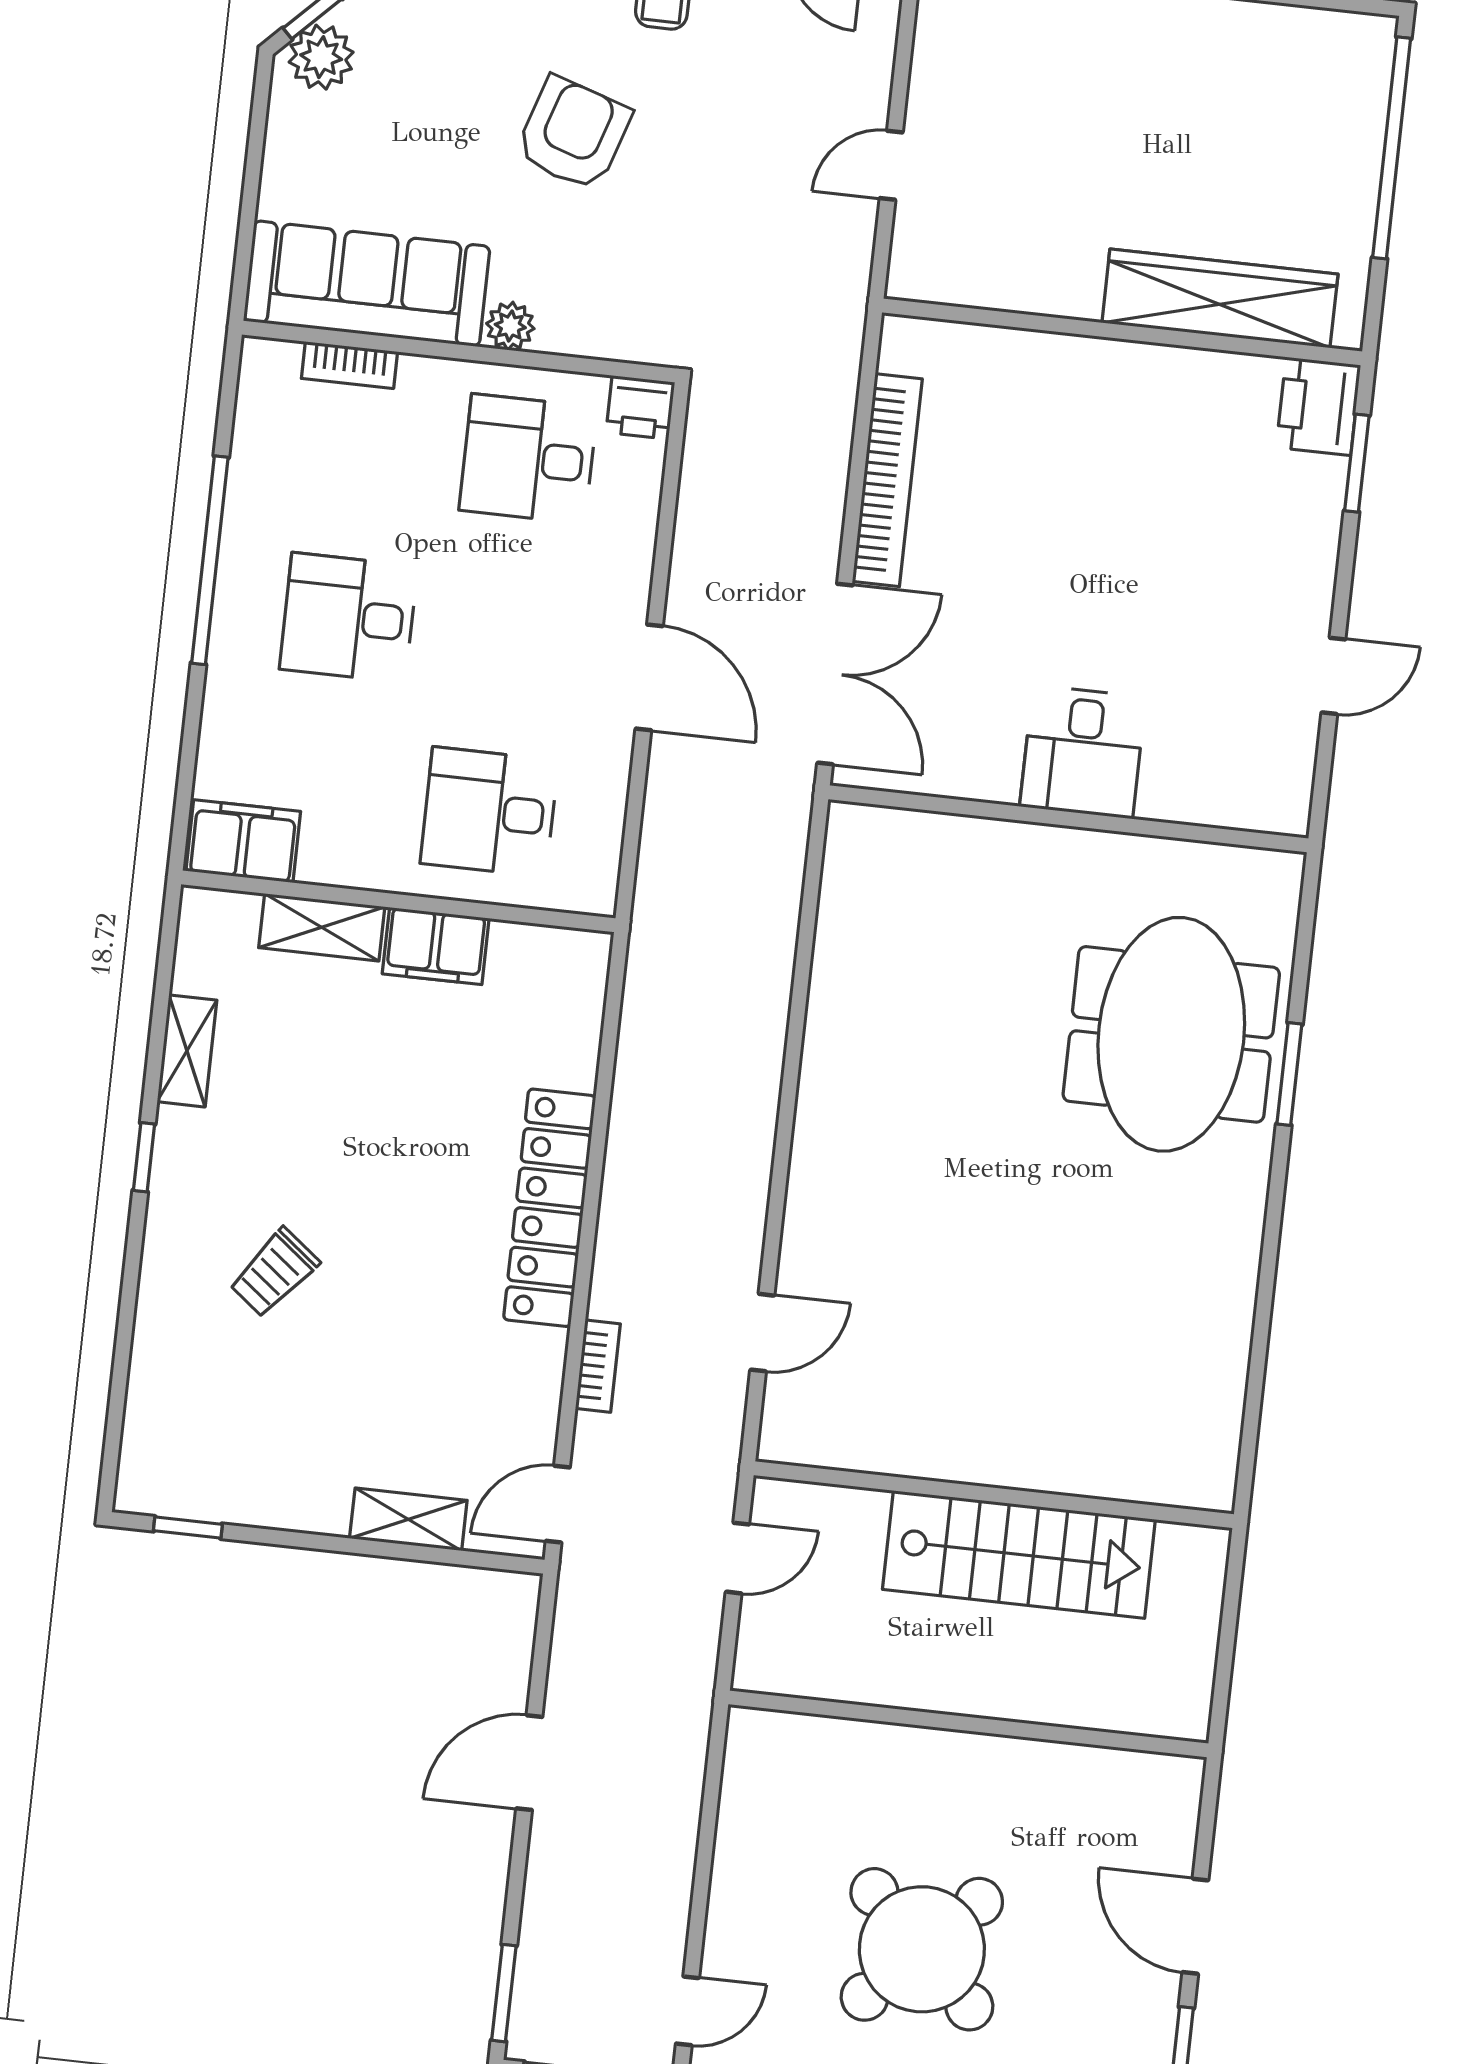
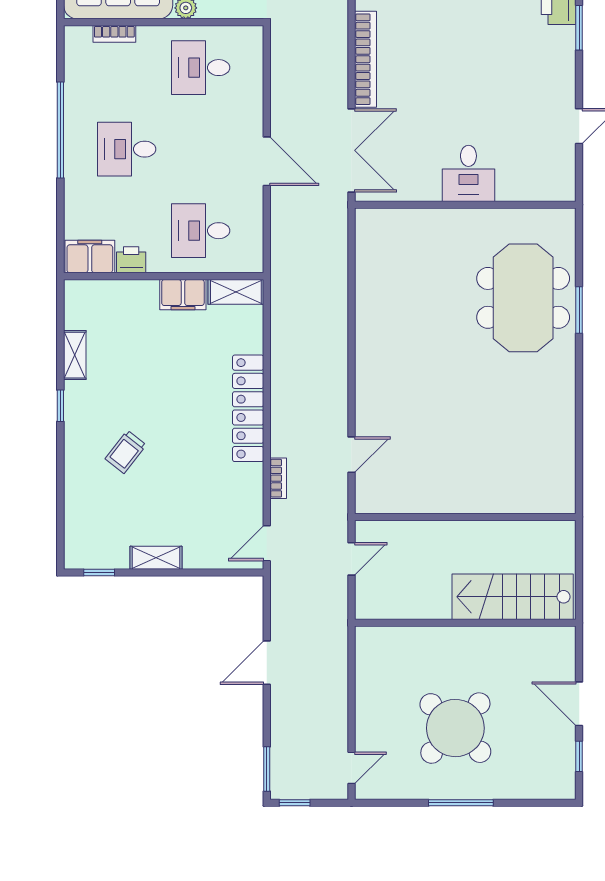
printer: (640, 407) -> (131, 260), moved, turned 180
shelving: (322, 927) -> (236, 292), moved
shelving: (408, 1519) -> (156, 558), moved
stairs: (1019, 1555) -> (513, 597), moved, turned 180

